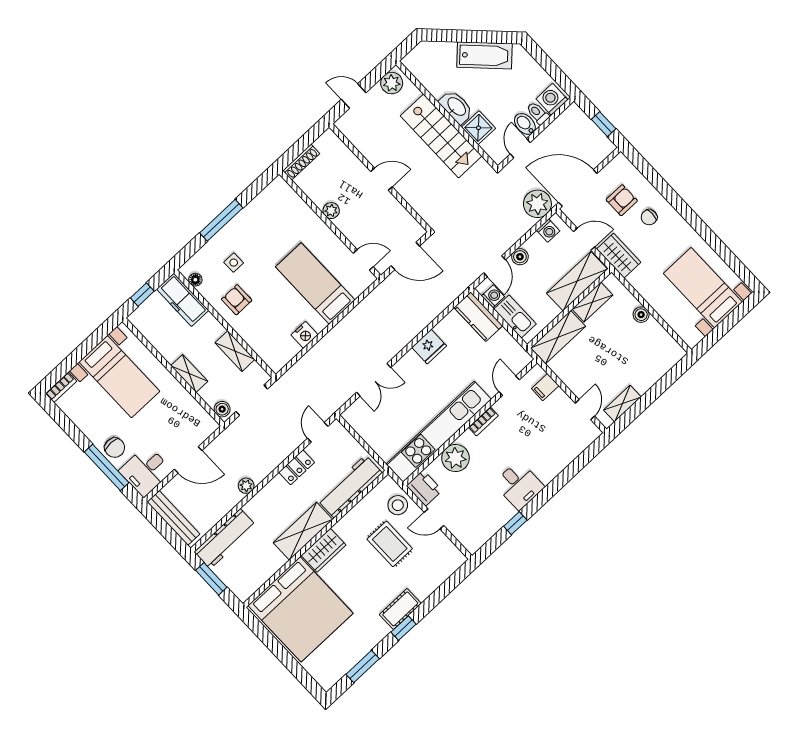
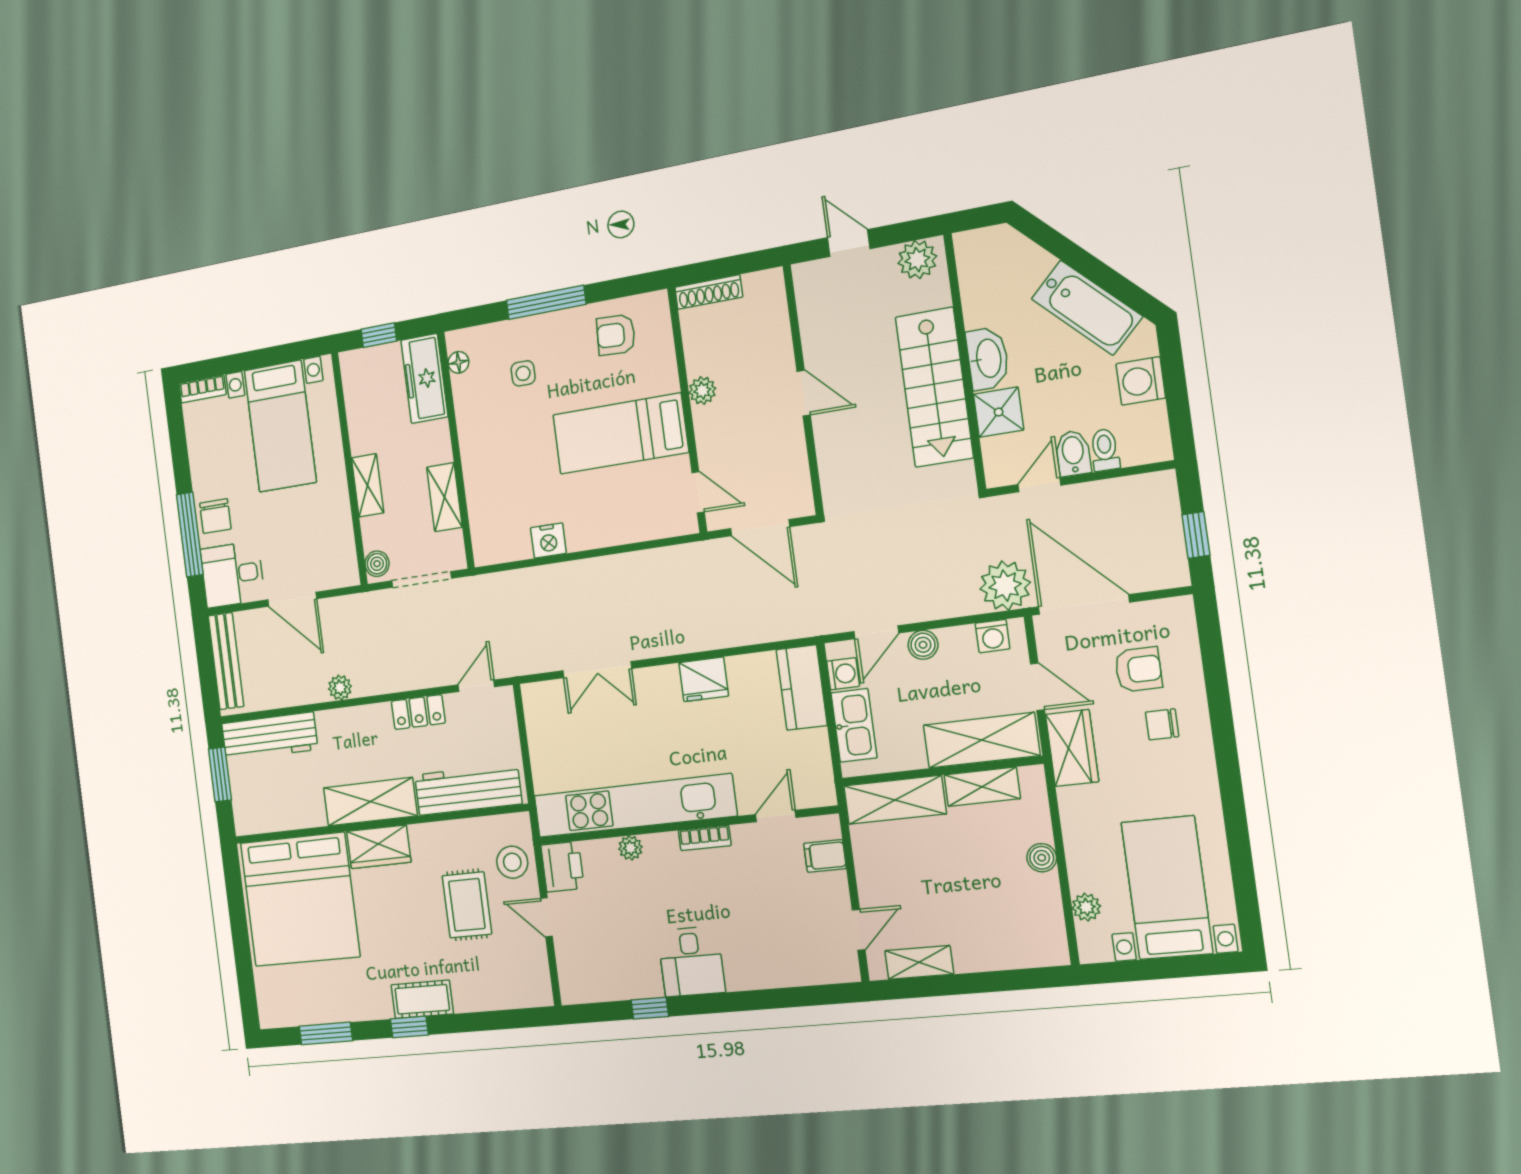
washing machine: (552, 99) -> (1141, 381), moved, turned -90
bed: (315, 283) -> (620, 434), moved, turned -90
armchair: (237, 300) -> (616, 335), moved, turned -87
plant: (676, 322) -> (1086, 907), added
plant: (456, 458) -> (630, 848), width x0.53, depth x0.53

